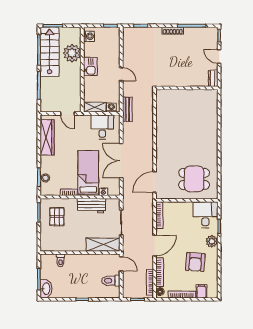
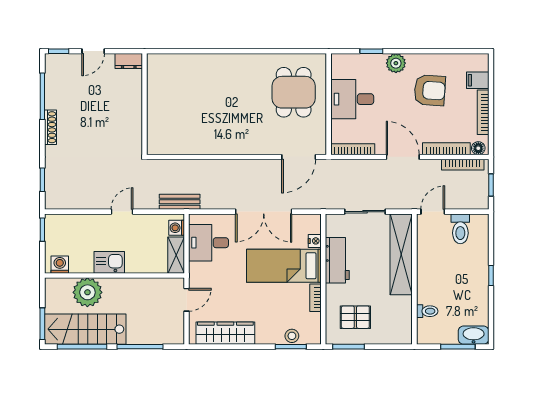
door: (155, 182) -> (299, 157), hinge flipped
desk: (205, 215) -> (352, 99), moved
shelving: (103, 245) -> (401, 254), width x1.47

